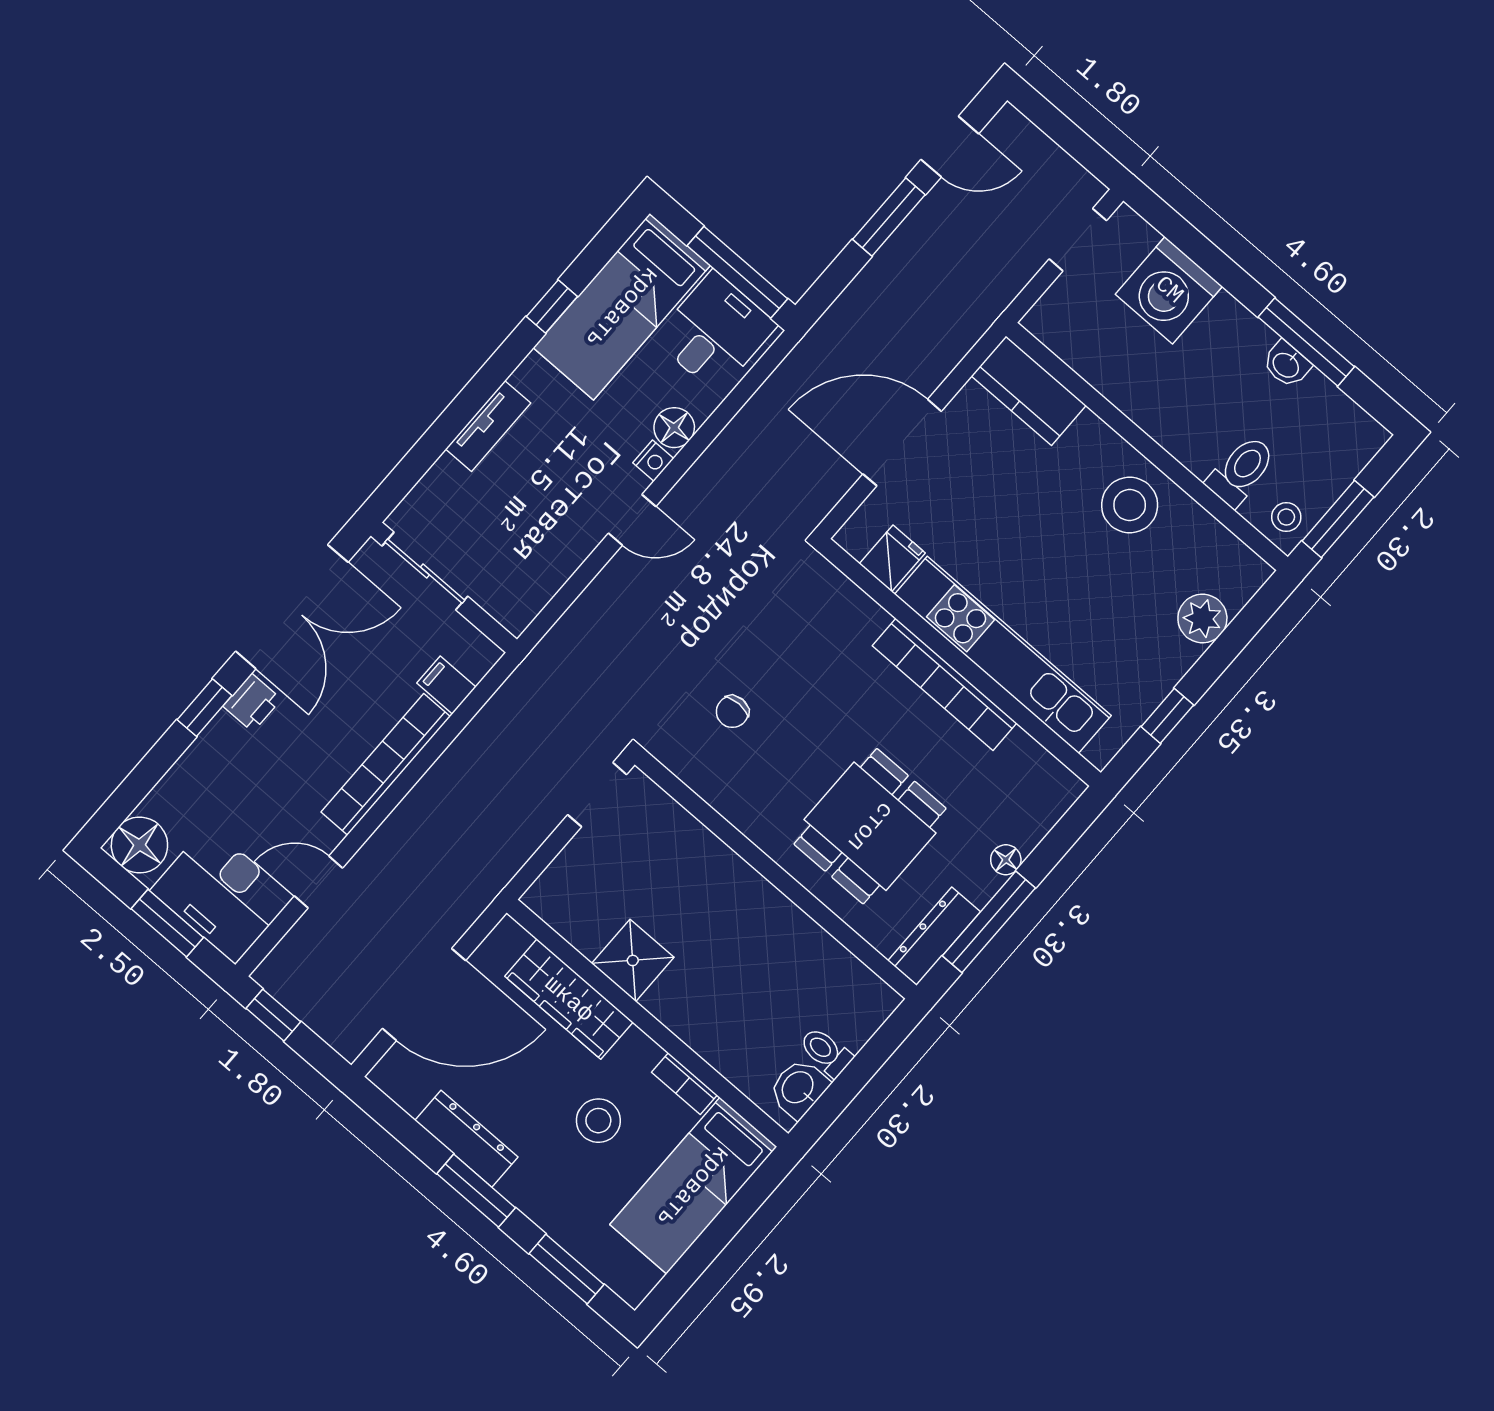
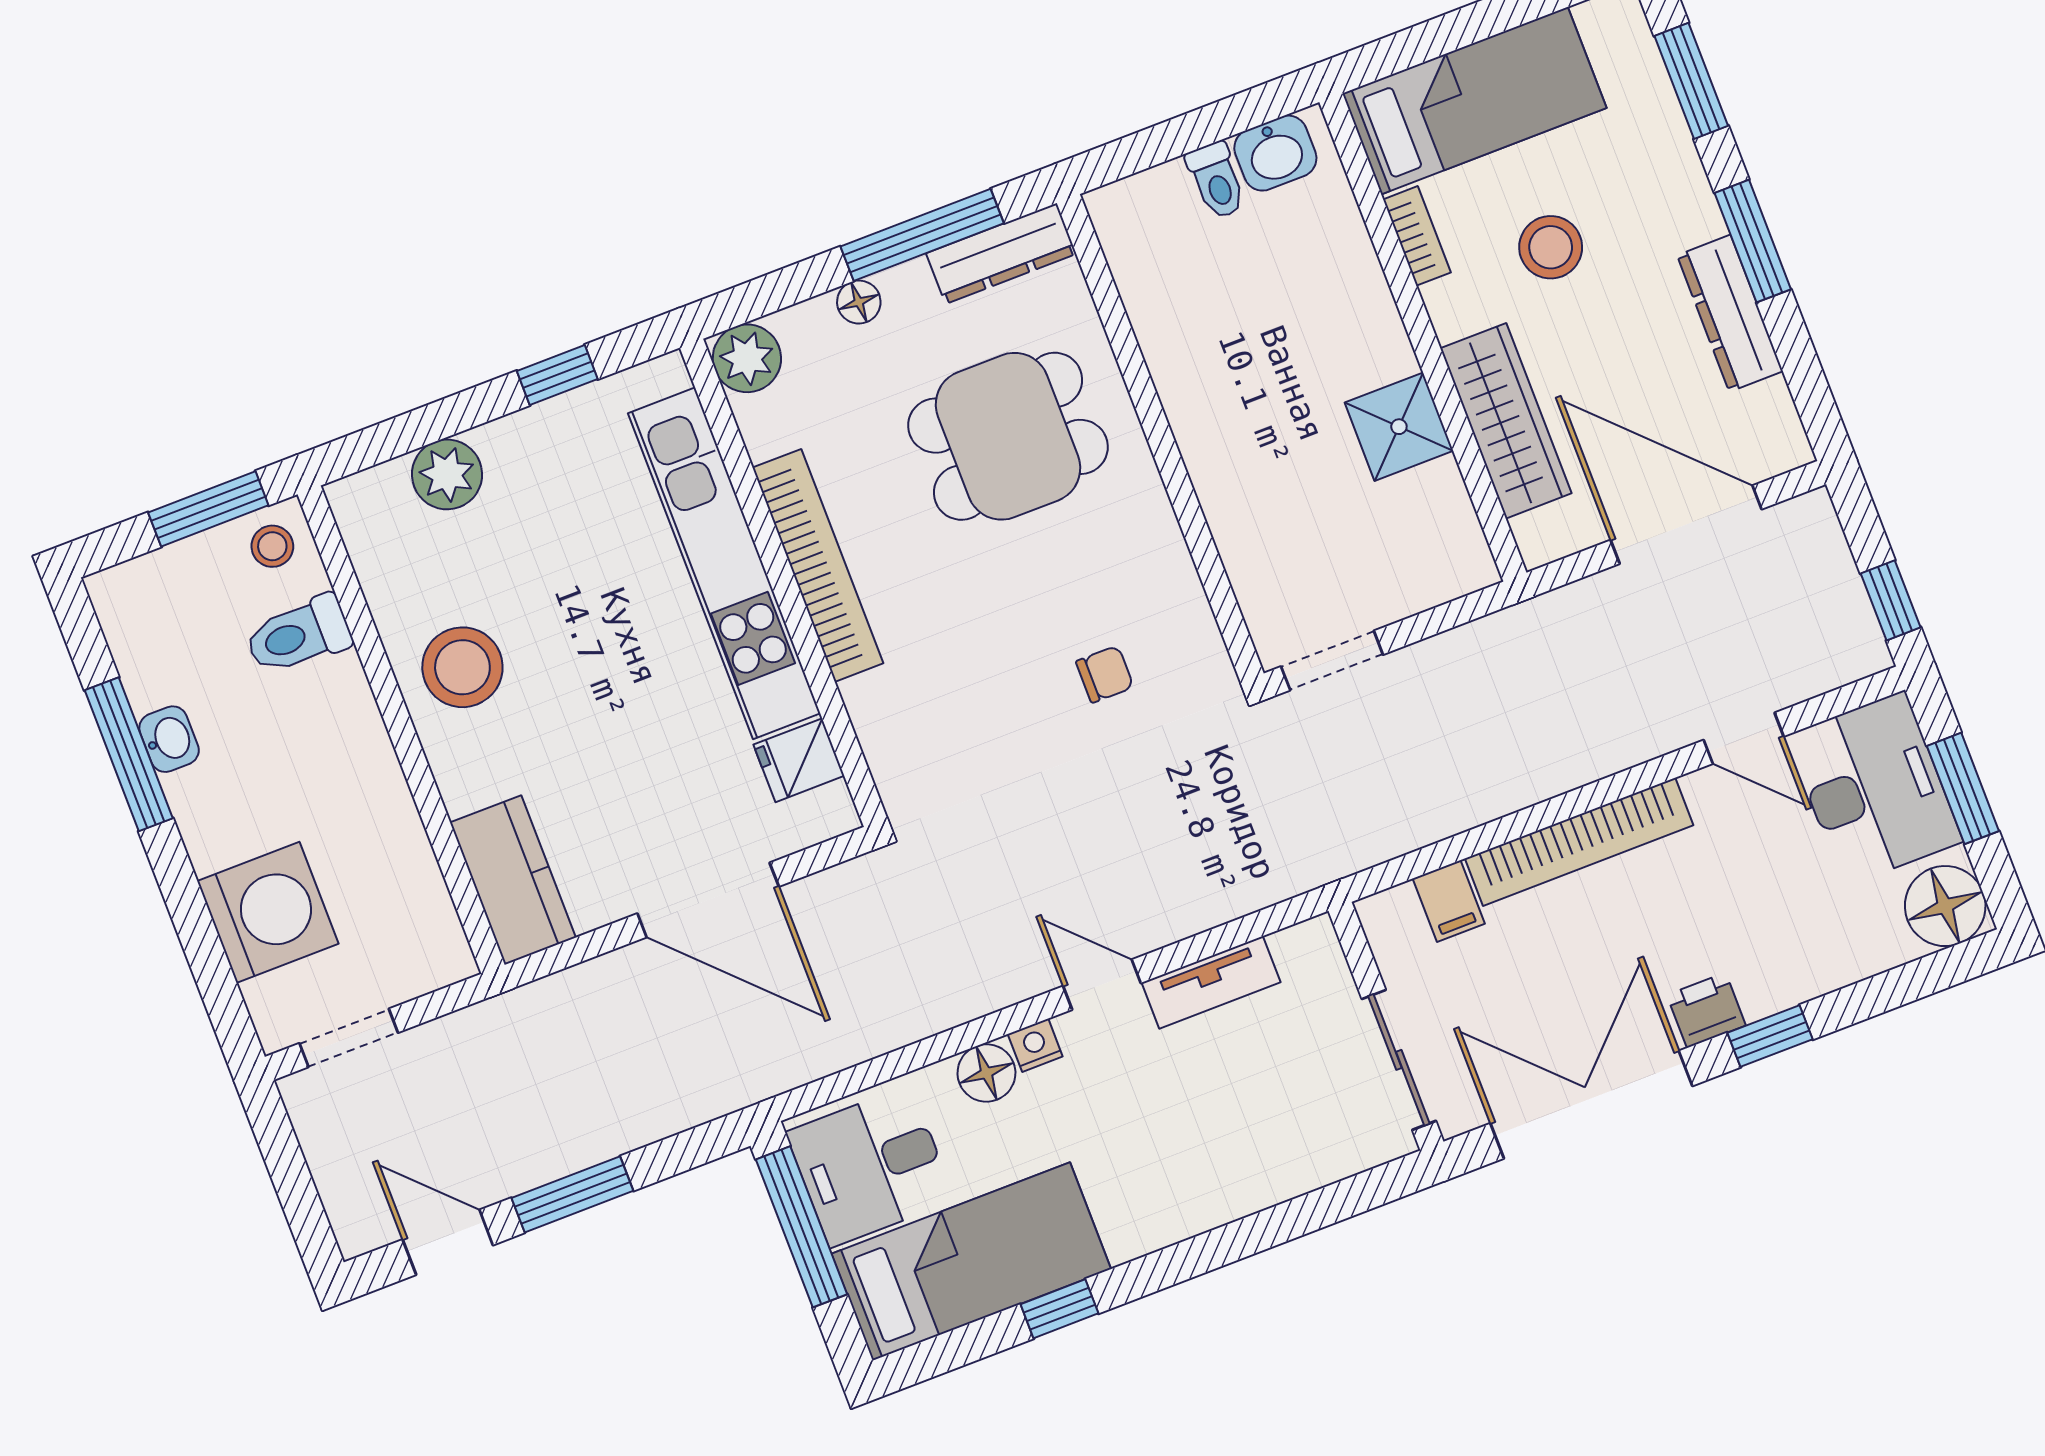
tv unit: (488, 426) -> (1211, 982), moved, turned 180
plant: (1056, 788) -> (747, 358), added

